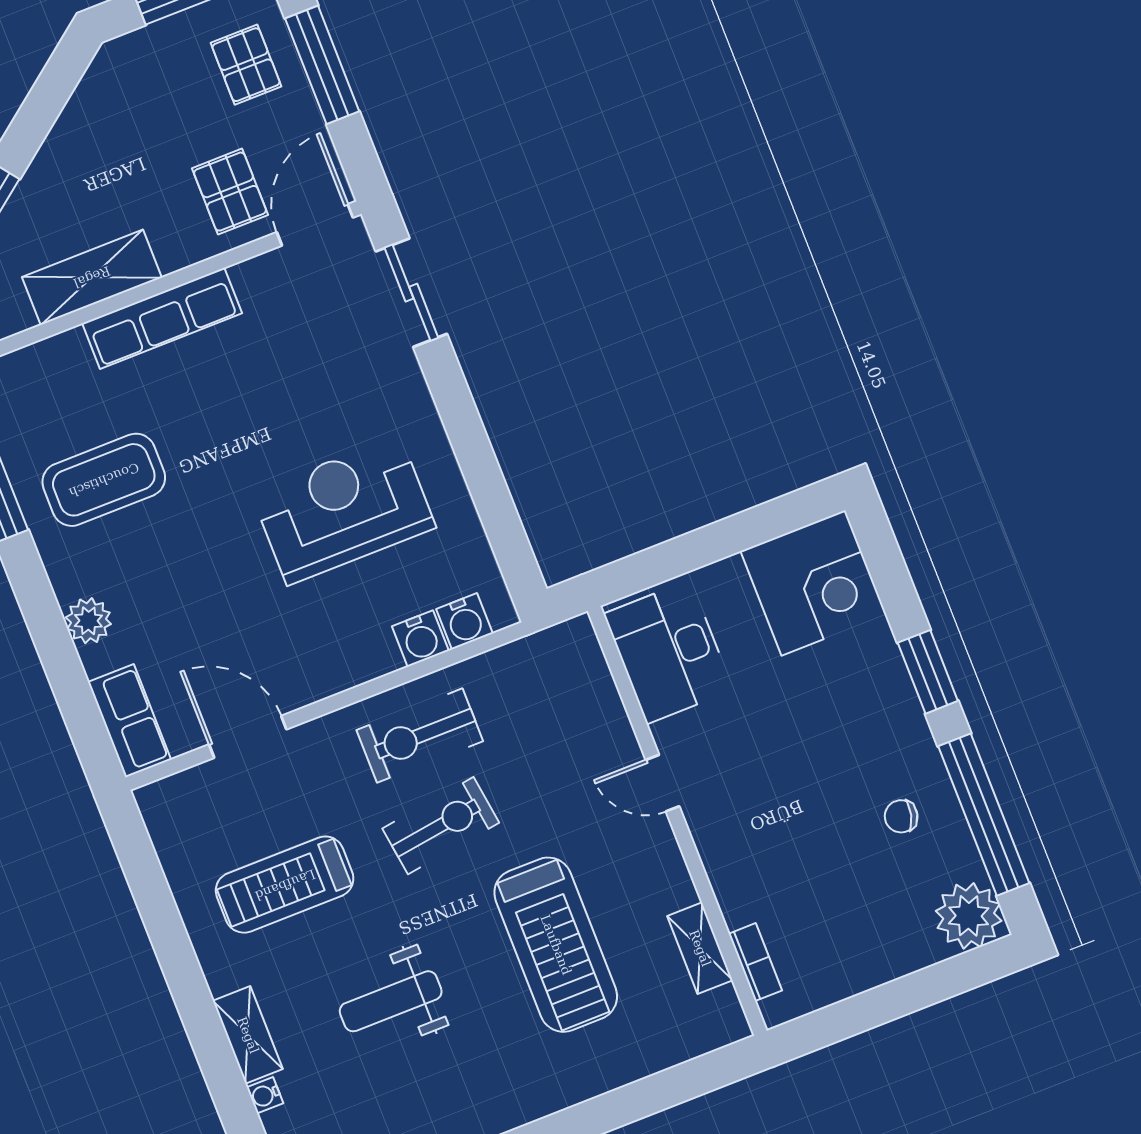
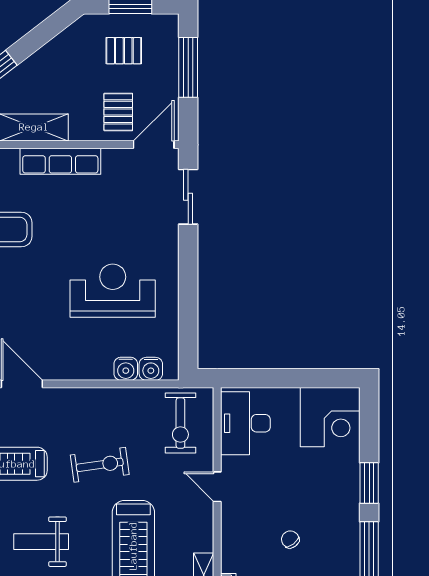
pallet: (246, 65) -> (124, 51), moved, turned 90
exercise bike: (420, 736) -> (180, 423), moved, turned -90
chair: (901, 816) -> (290, 539), moved, turned 39

